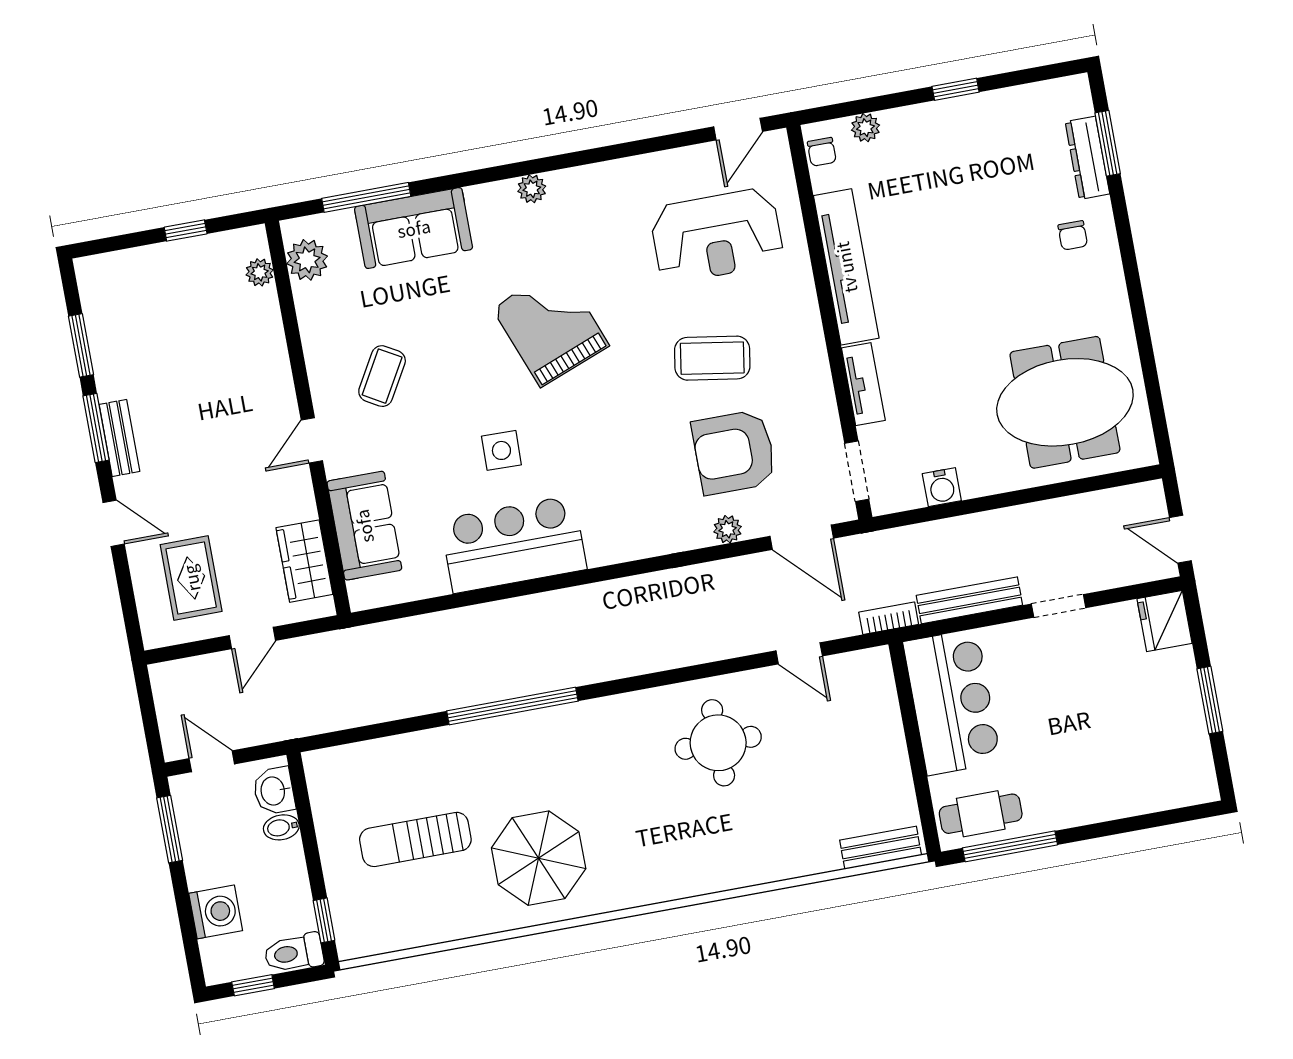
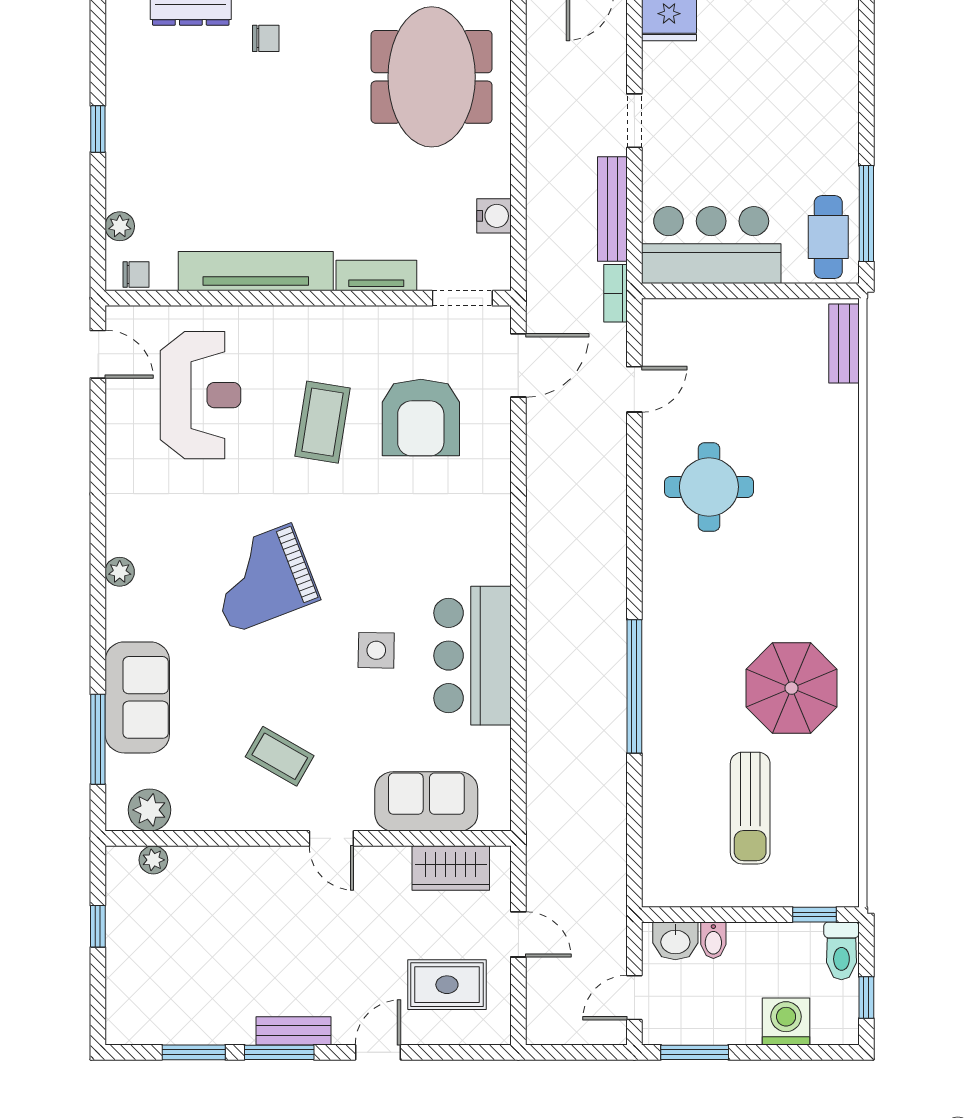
plant: (728, 529) -> (497, 438), removed

